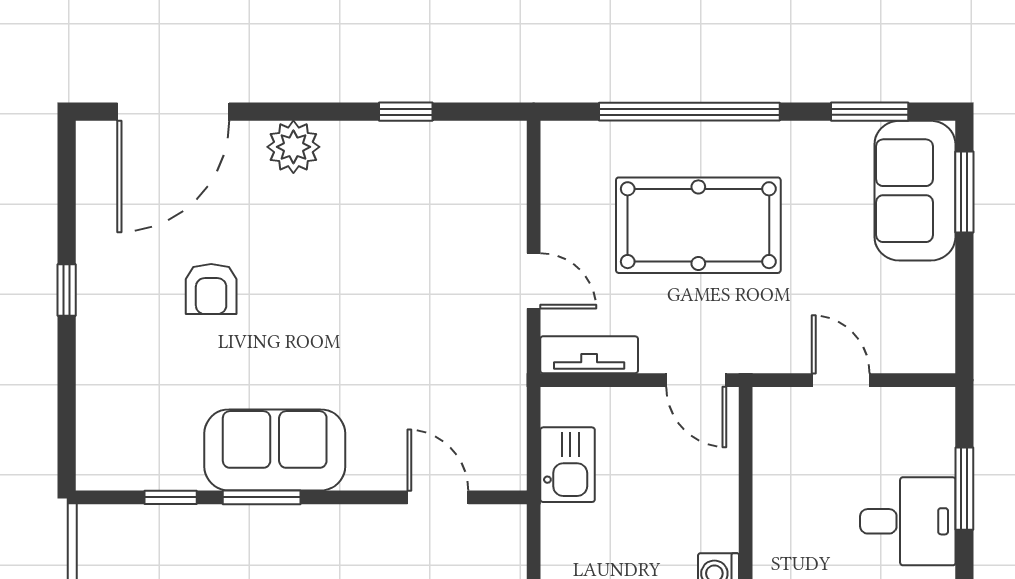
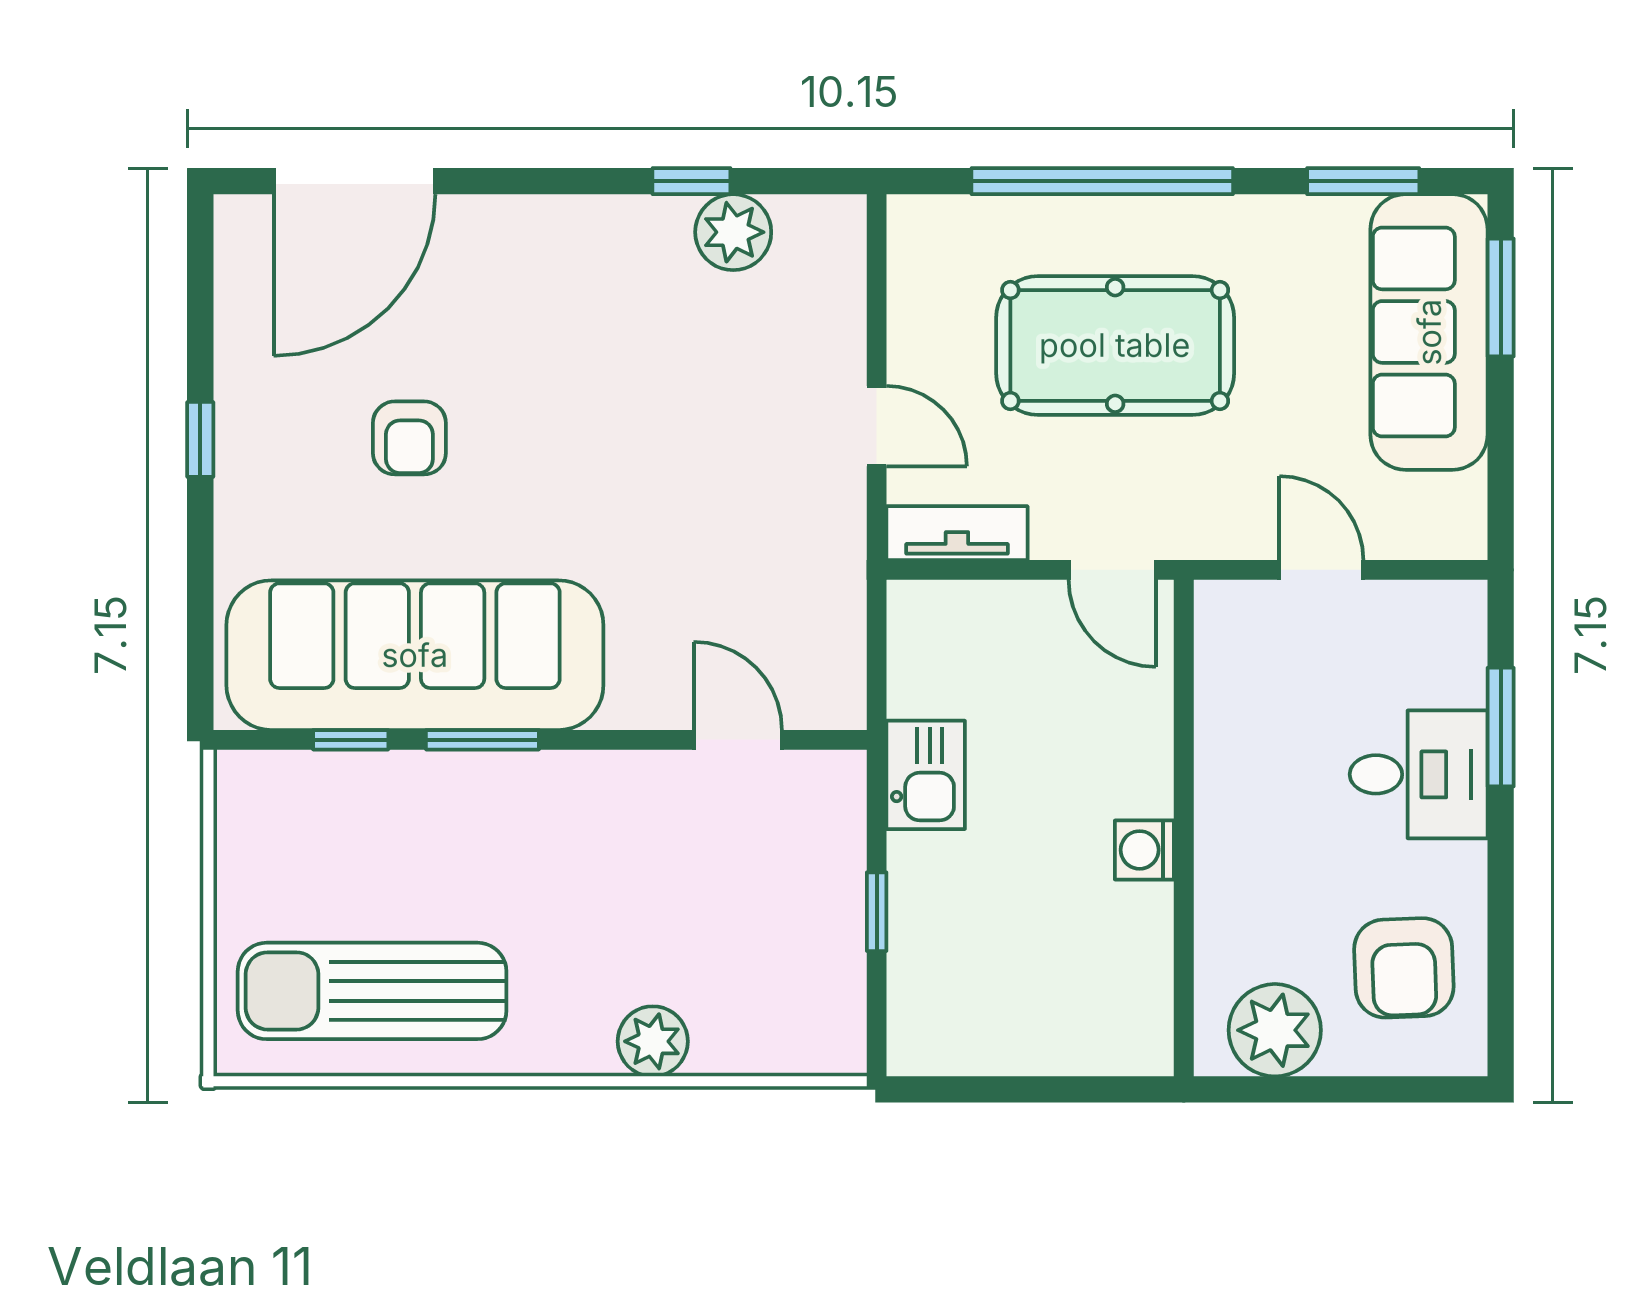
plant: (293, 147) -> (733, 232), moved
sofa: (915, 191) -> (1429, 332), width x1.36
sofa: (275, 450) -> (415, 655), width x1.85, depth x1.27
kitchen sink: (568, 465) -> (926, 775), moved

